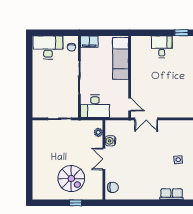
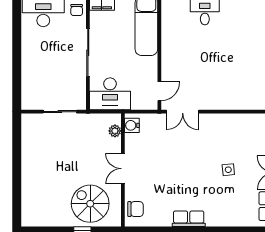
door: (130, 104) -> (159, 91), hinge flipped
water cooler: (110, 141) -> (132, 125), moved
spiral stairs: (71, 179) -> (90, 204), moved, turned 180
row of seats: (172, 194) -> (189, 219), moved

